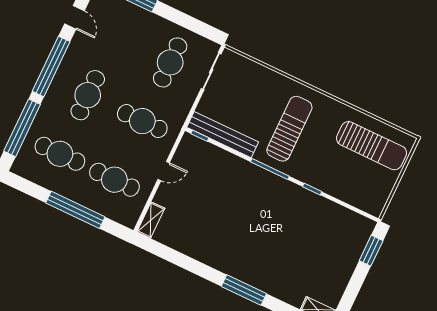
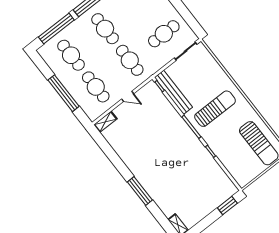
cafe table: (88, 95) -> (105, 29), turned 90

